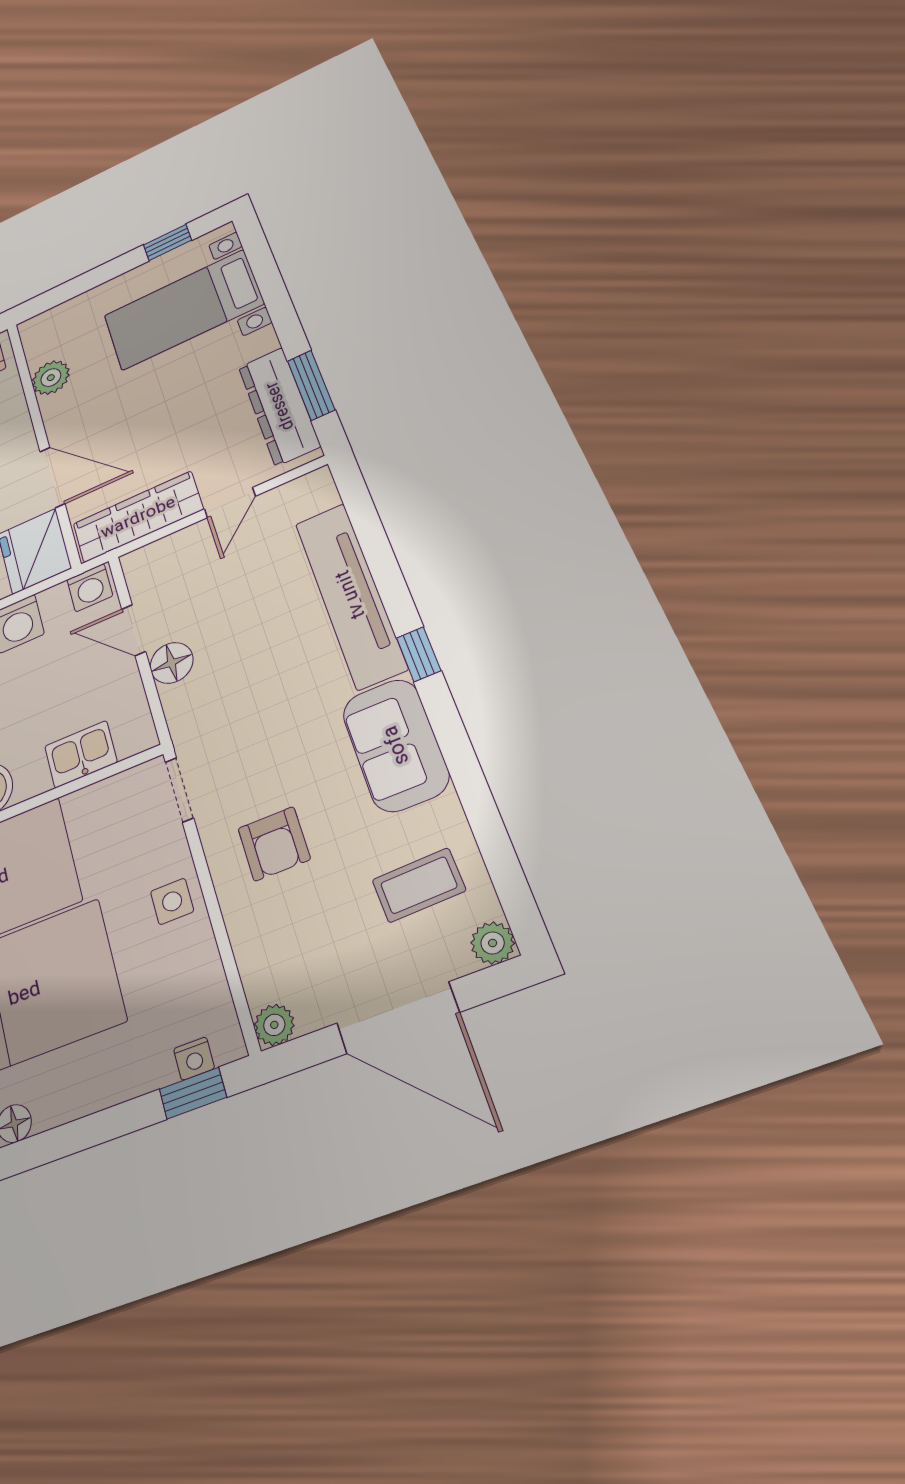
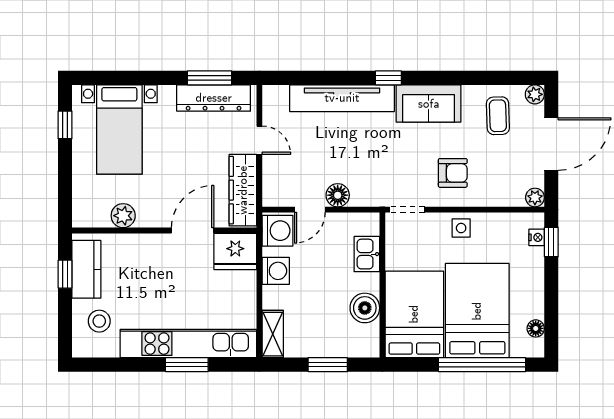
washing machine: (90, 588) -> (278, 231), width x1.38, depth x1.38

